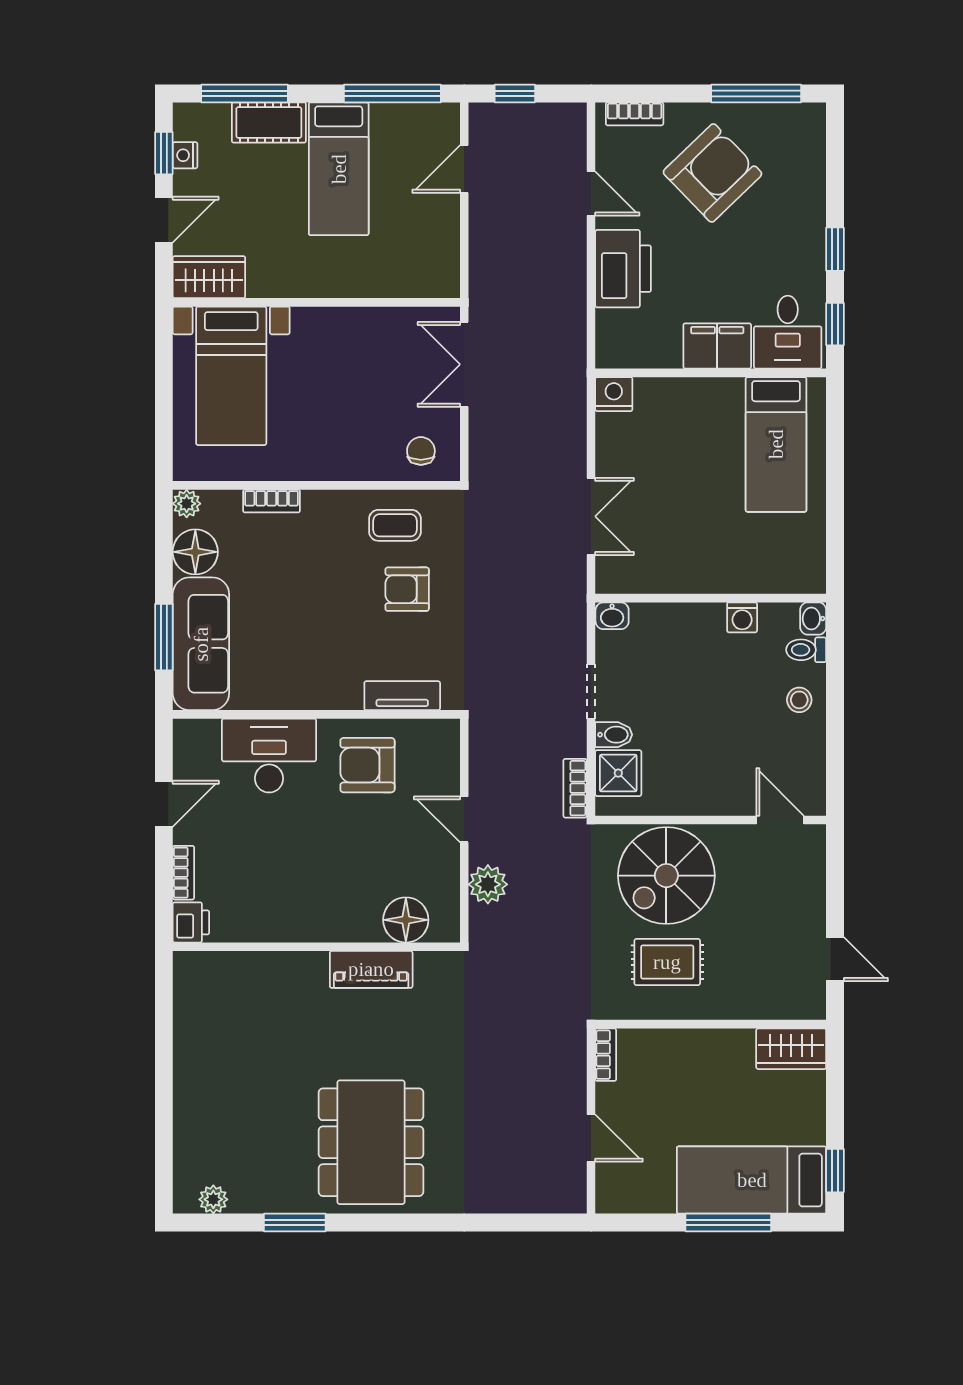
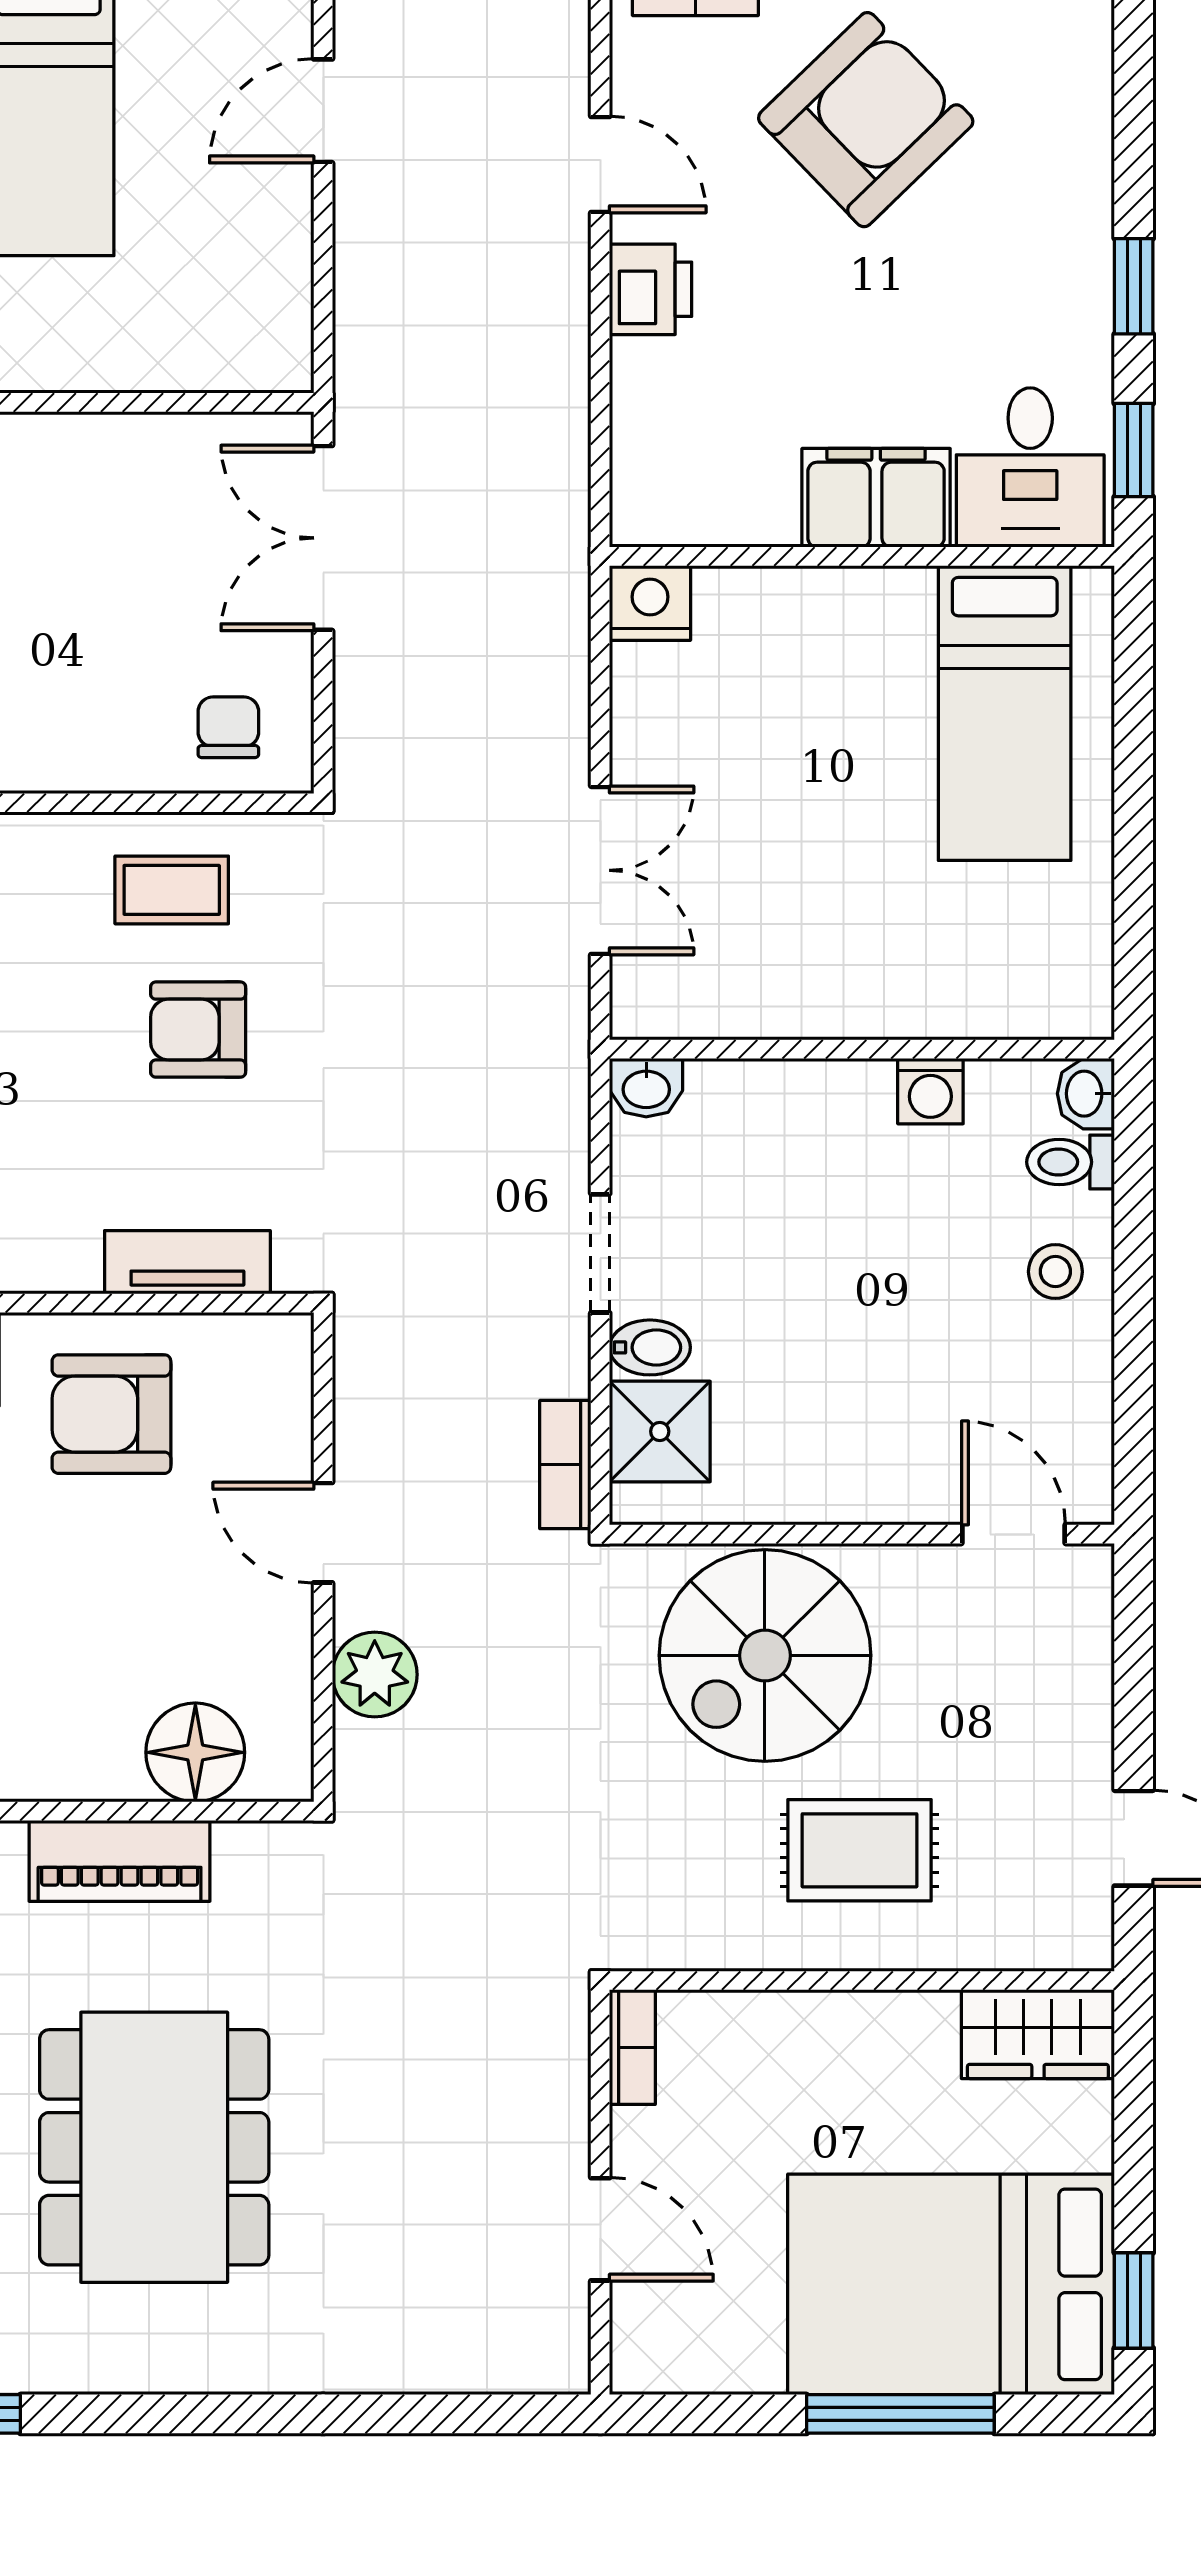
printer: (623, 269) -> (651, 289), width x0.53, depth x0.68
rug: (667, 962) -> (859, 1850), moved
dining table: (371, 1142) -> (154, 2147), moved
bed: (752, 1180) -> (951, 2284), width x1.50

